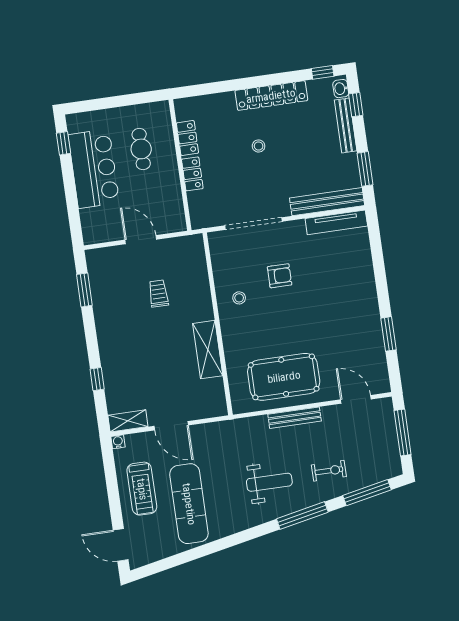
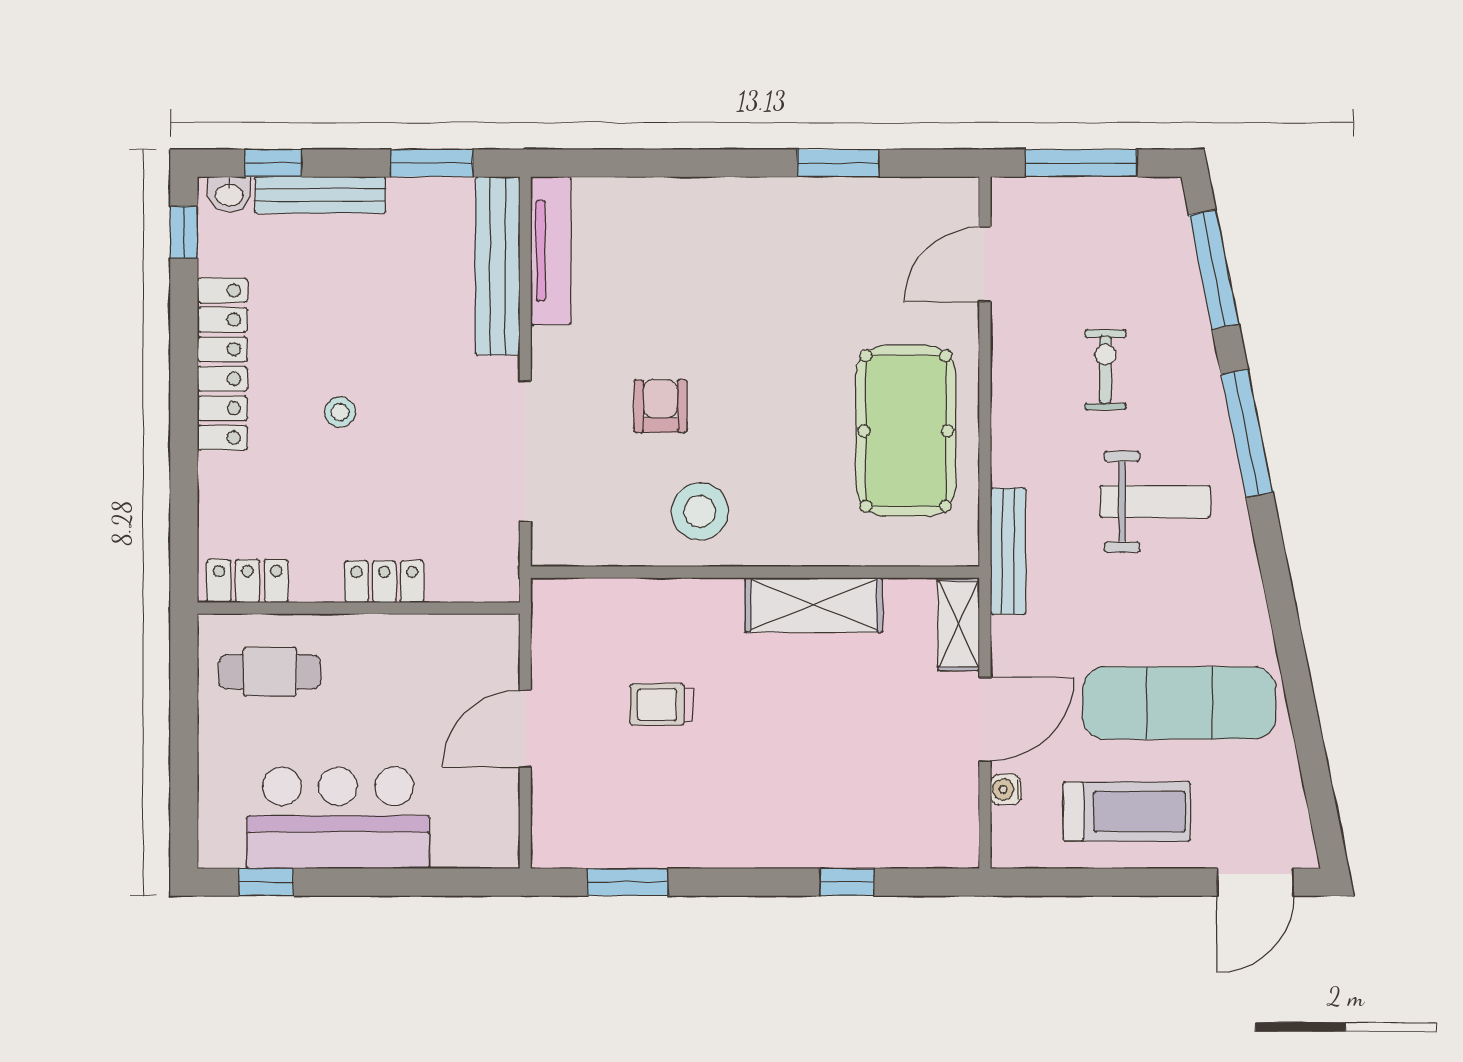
locker: (187, 138) -> (247, 581), moved
cafe table: (141, 149) -> (270, 672), moved
stool: (239, 298) -> (700, 511), width x1.89, depth x1.89
bench: (295, 418) -> (1008, 551), moved
shelving: (128, 421) -> (959, 624), moved
water cooler: (118, 442) -> (1006, 789), moved
exercise bike: (329, 471) -> (1106, 370), moved
weight bench: (269, 482) -> (1155, 502), turned 90

